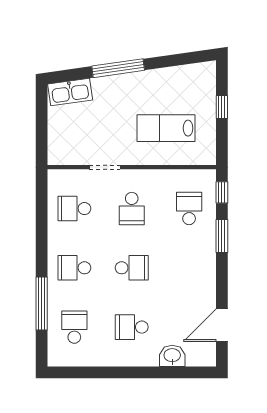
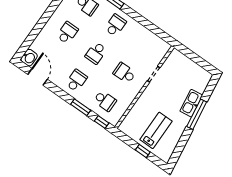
kitchen sink: (70, 92) -> (191, 103), moved
lab bench: (166, 128) -> (156, 130), moved
school desk: (74, 209) -> (76, 81), moved
washbasin: (172, 356) -> (29, 58), moved

